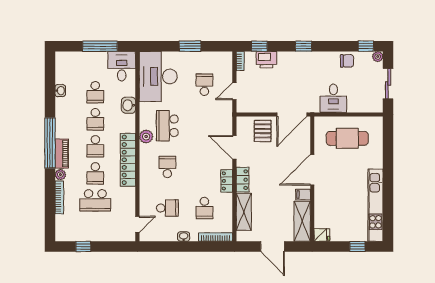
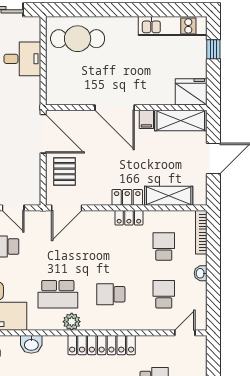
desk: (333, 98) -> (22, 59), moved
pallet: (263, 131) -> (65, 171), turned 90
cafe table: (347, 138) -> (78, 39), moved, turned 90
door: (234, 147) -> (67, 208), moved
kitchen unit: (375, 205) -> (173, 26), width x0.73
school desk: (204, 208) -> (164, 247), turned -90
door: (137, 224) -> (185, 333), hinge flipped
fridge: (322, 235) -> (191, 92), width x1.88, depth x1.34

